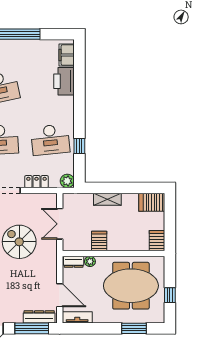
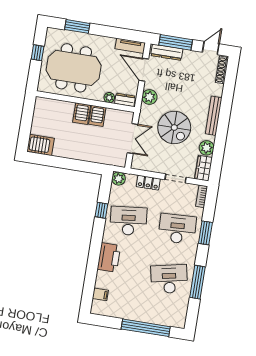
filing cabinet: (67, 55) -> (100, 294), width x0.50
printer: (64, 81) -> (109, 257), moved
shelving: (107, 199) -> (83, 155), removed
server rack: (157, 241) -> (82, 114), moved
plant: (49, 269) -> (149, 97), added

